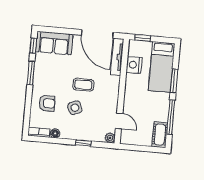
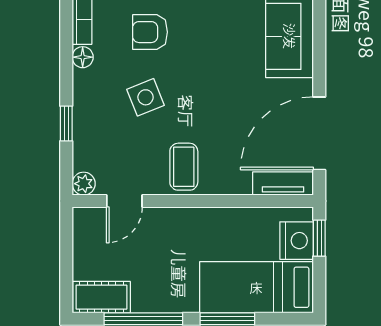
tv unit: (117, 57) -> (283, 184), width x0.71
nightstand: (134, 65) -> (297, 241), moved, turned 90
coffee table: (83, 85) -> (184, 167), moved
armchair: (47, 103) -> (150, 32), turned 90

